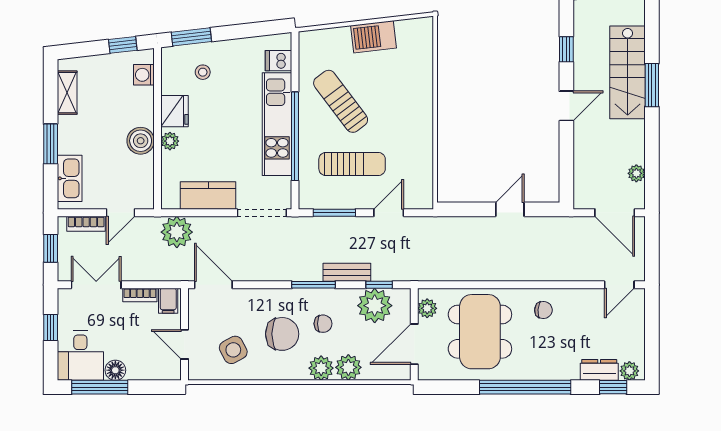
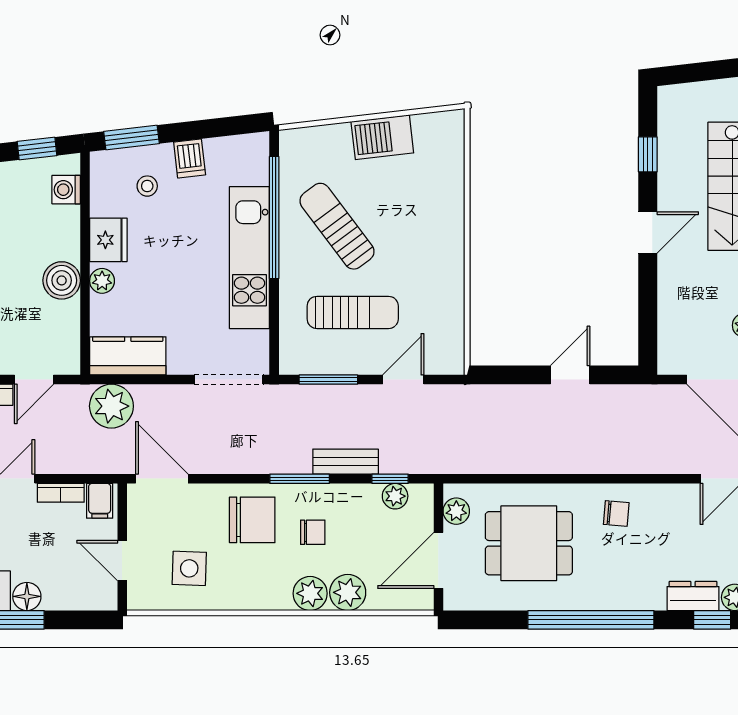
dishwasher: (278, 61) -> (190, 158), moved, turned -97
window: (295, 136) -> (274, 218), moved
kitchen counter: (208, 195) -> (128, 356), moved
plant: (375, 306) -> (395, 496), width x0.53, depth x0.53
dining table: (480, 332) -> (529, 543), width x0.73
chair: (282, 334) -> (252, 520), moved
side table: (233, 350) -> (189, 568), turned 30

